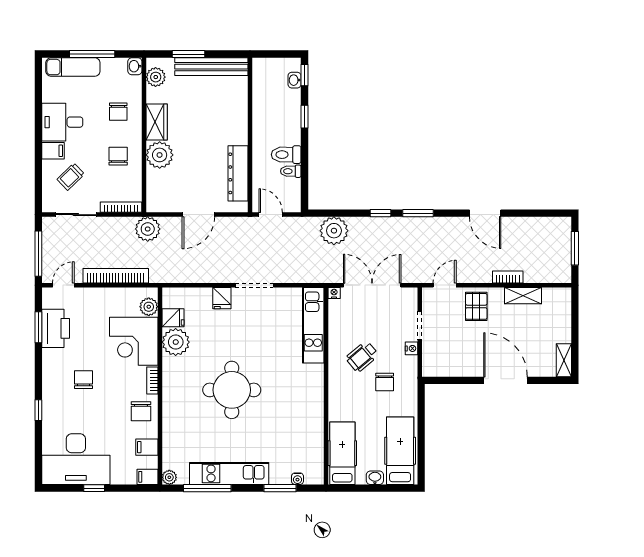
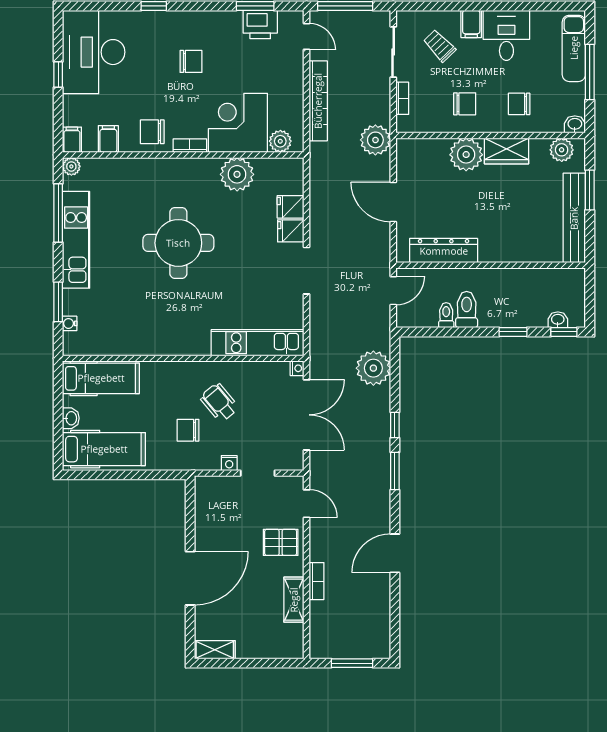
bookcase: (121, 207) -> (402, 98), width x0.64
fridge: (173, 318) -> (291, 207), moved, turned 90
printer: (56, 328) -> (260, 25), width x0.73, depth x0.84

